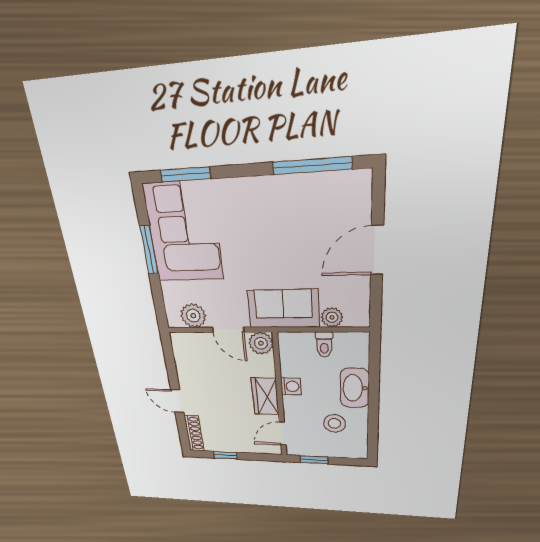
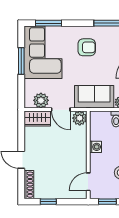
armchair: (263, 219) -> (87, 47), added
wardrobe: (265, 396) -> (37, 119), moved, turned -90

